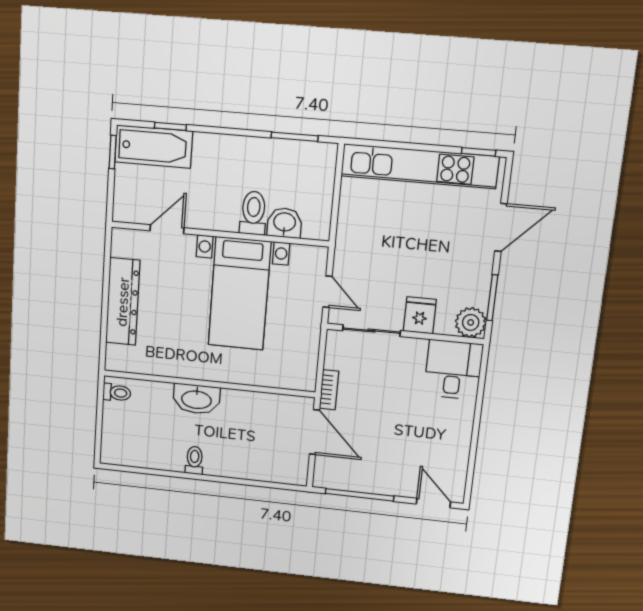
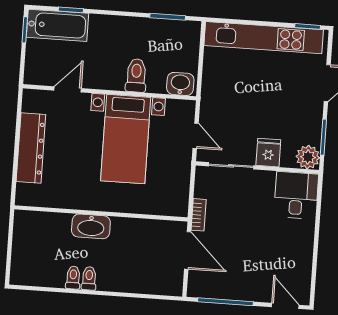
washbasin: (284, 223) -> (180, 84), moved
toilet: (117, 393) -> (73, 278), moved, turned -90

